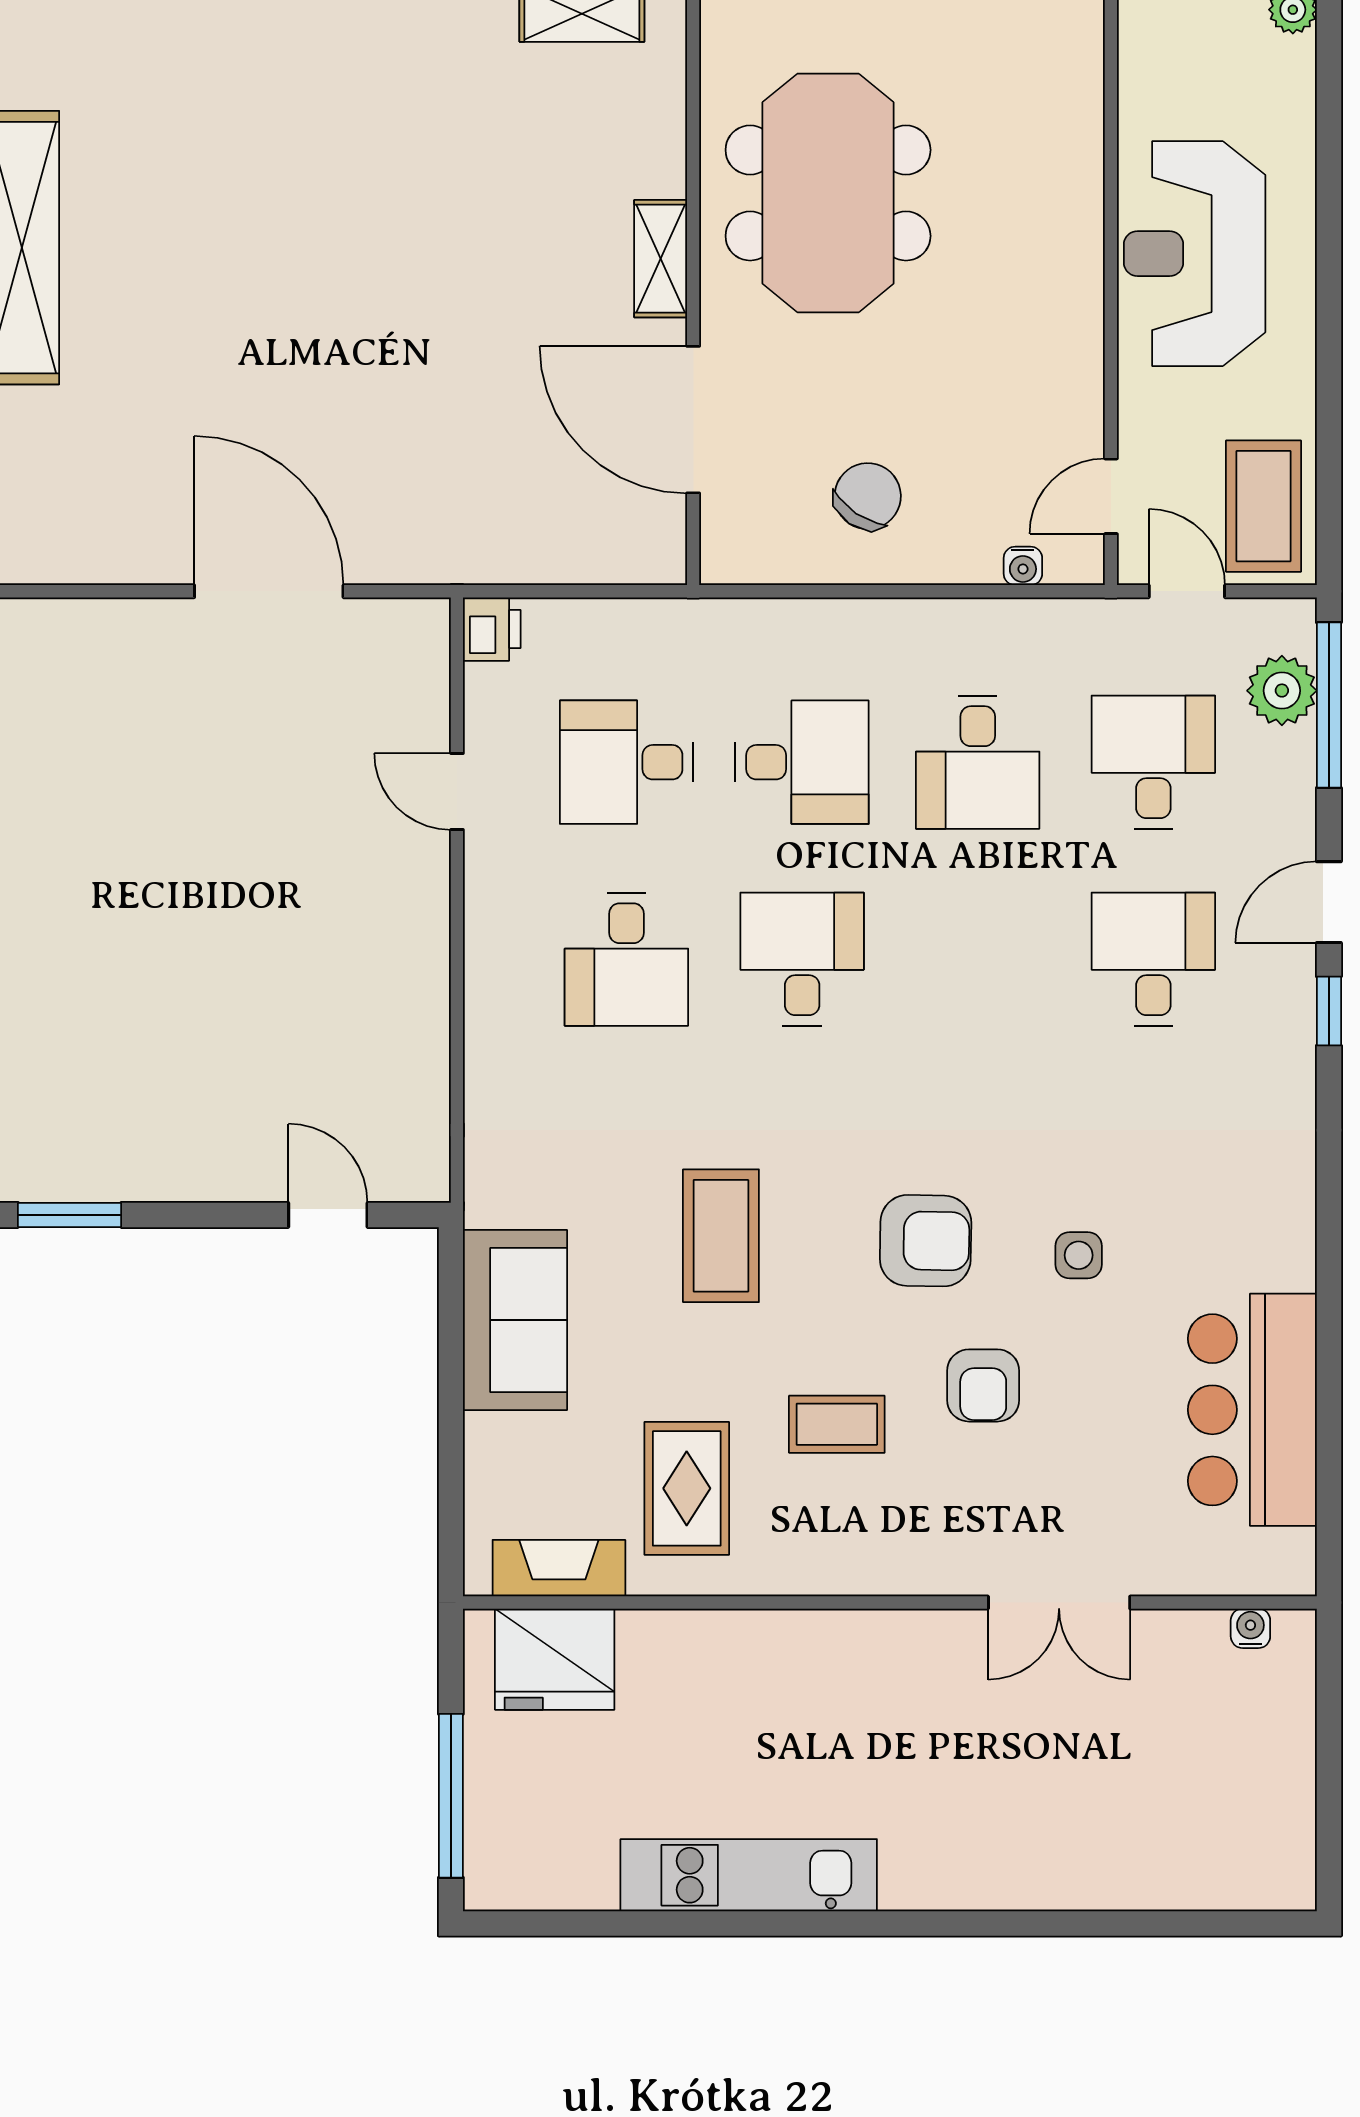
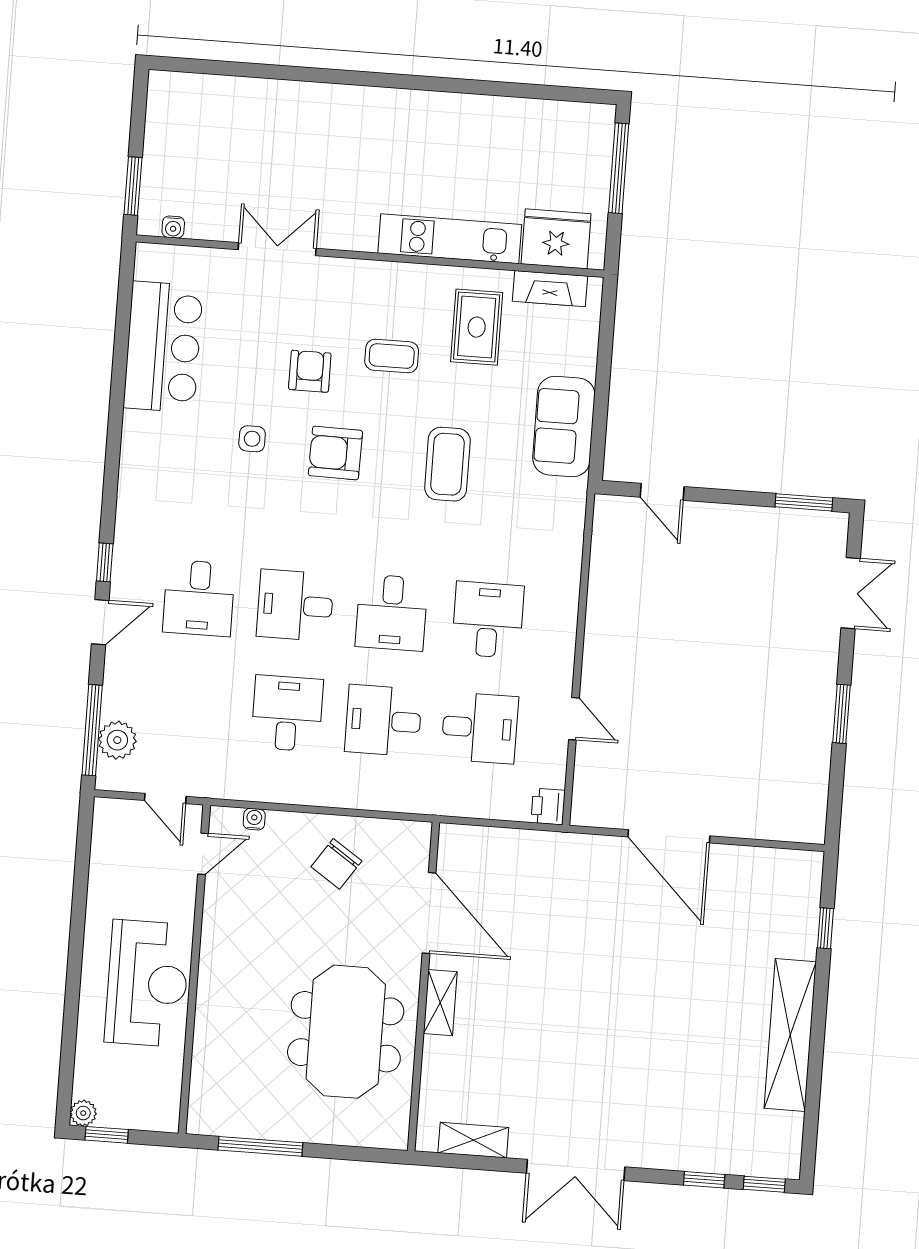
coffee table: (1263, 506) -> (120, 842), removed
desk: (1153, 762) -> (295, 605), moved, turned 90
window: (1329, 1697) -> (133, 186), added
kitchen unit: (749, 1875) -> (450, 239), moved, turned 180

